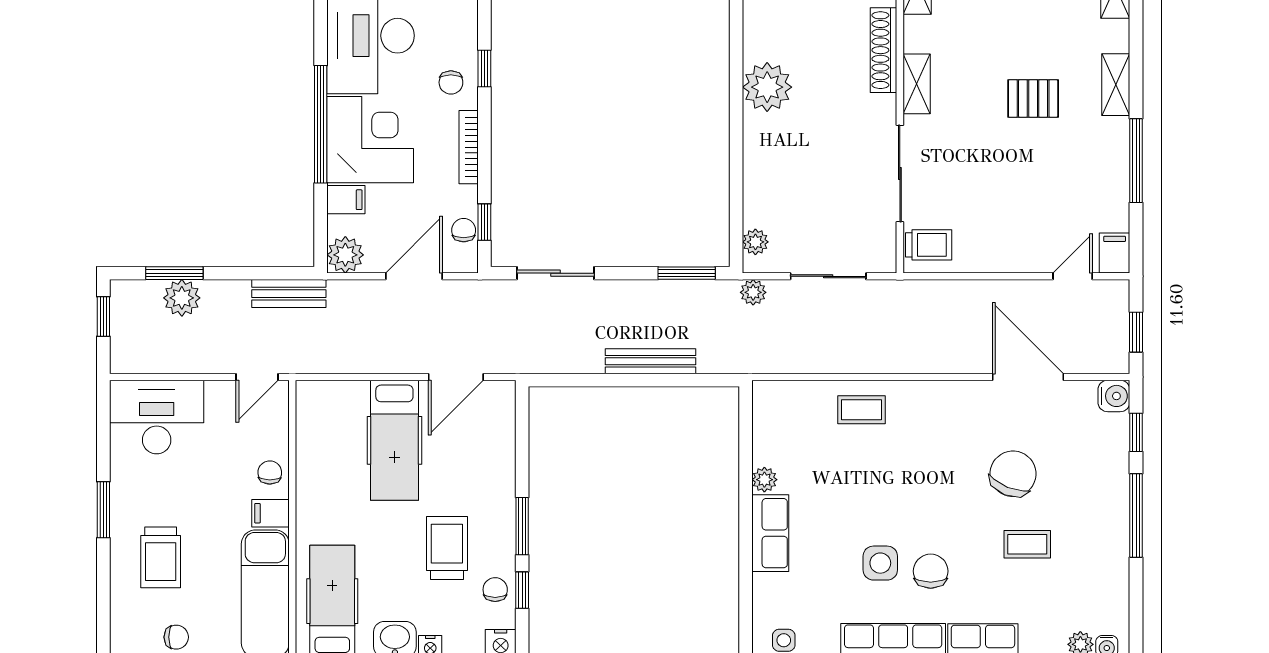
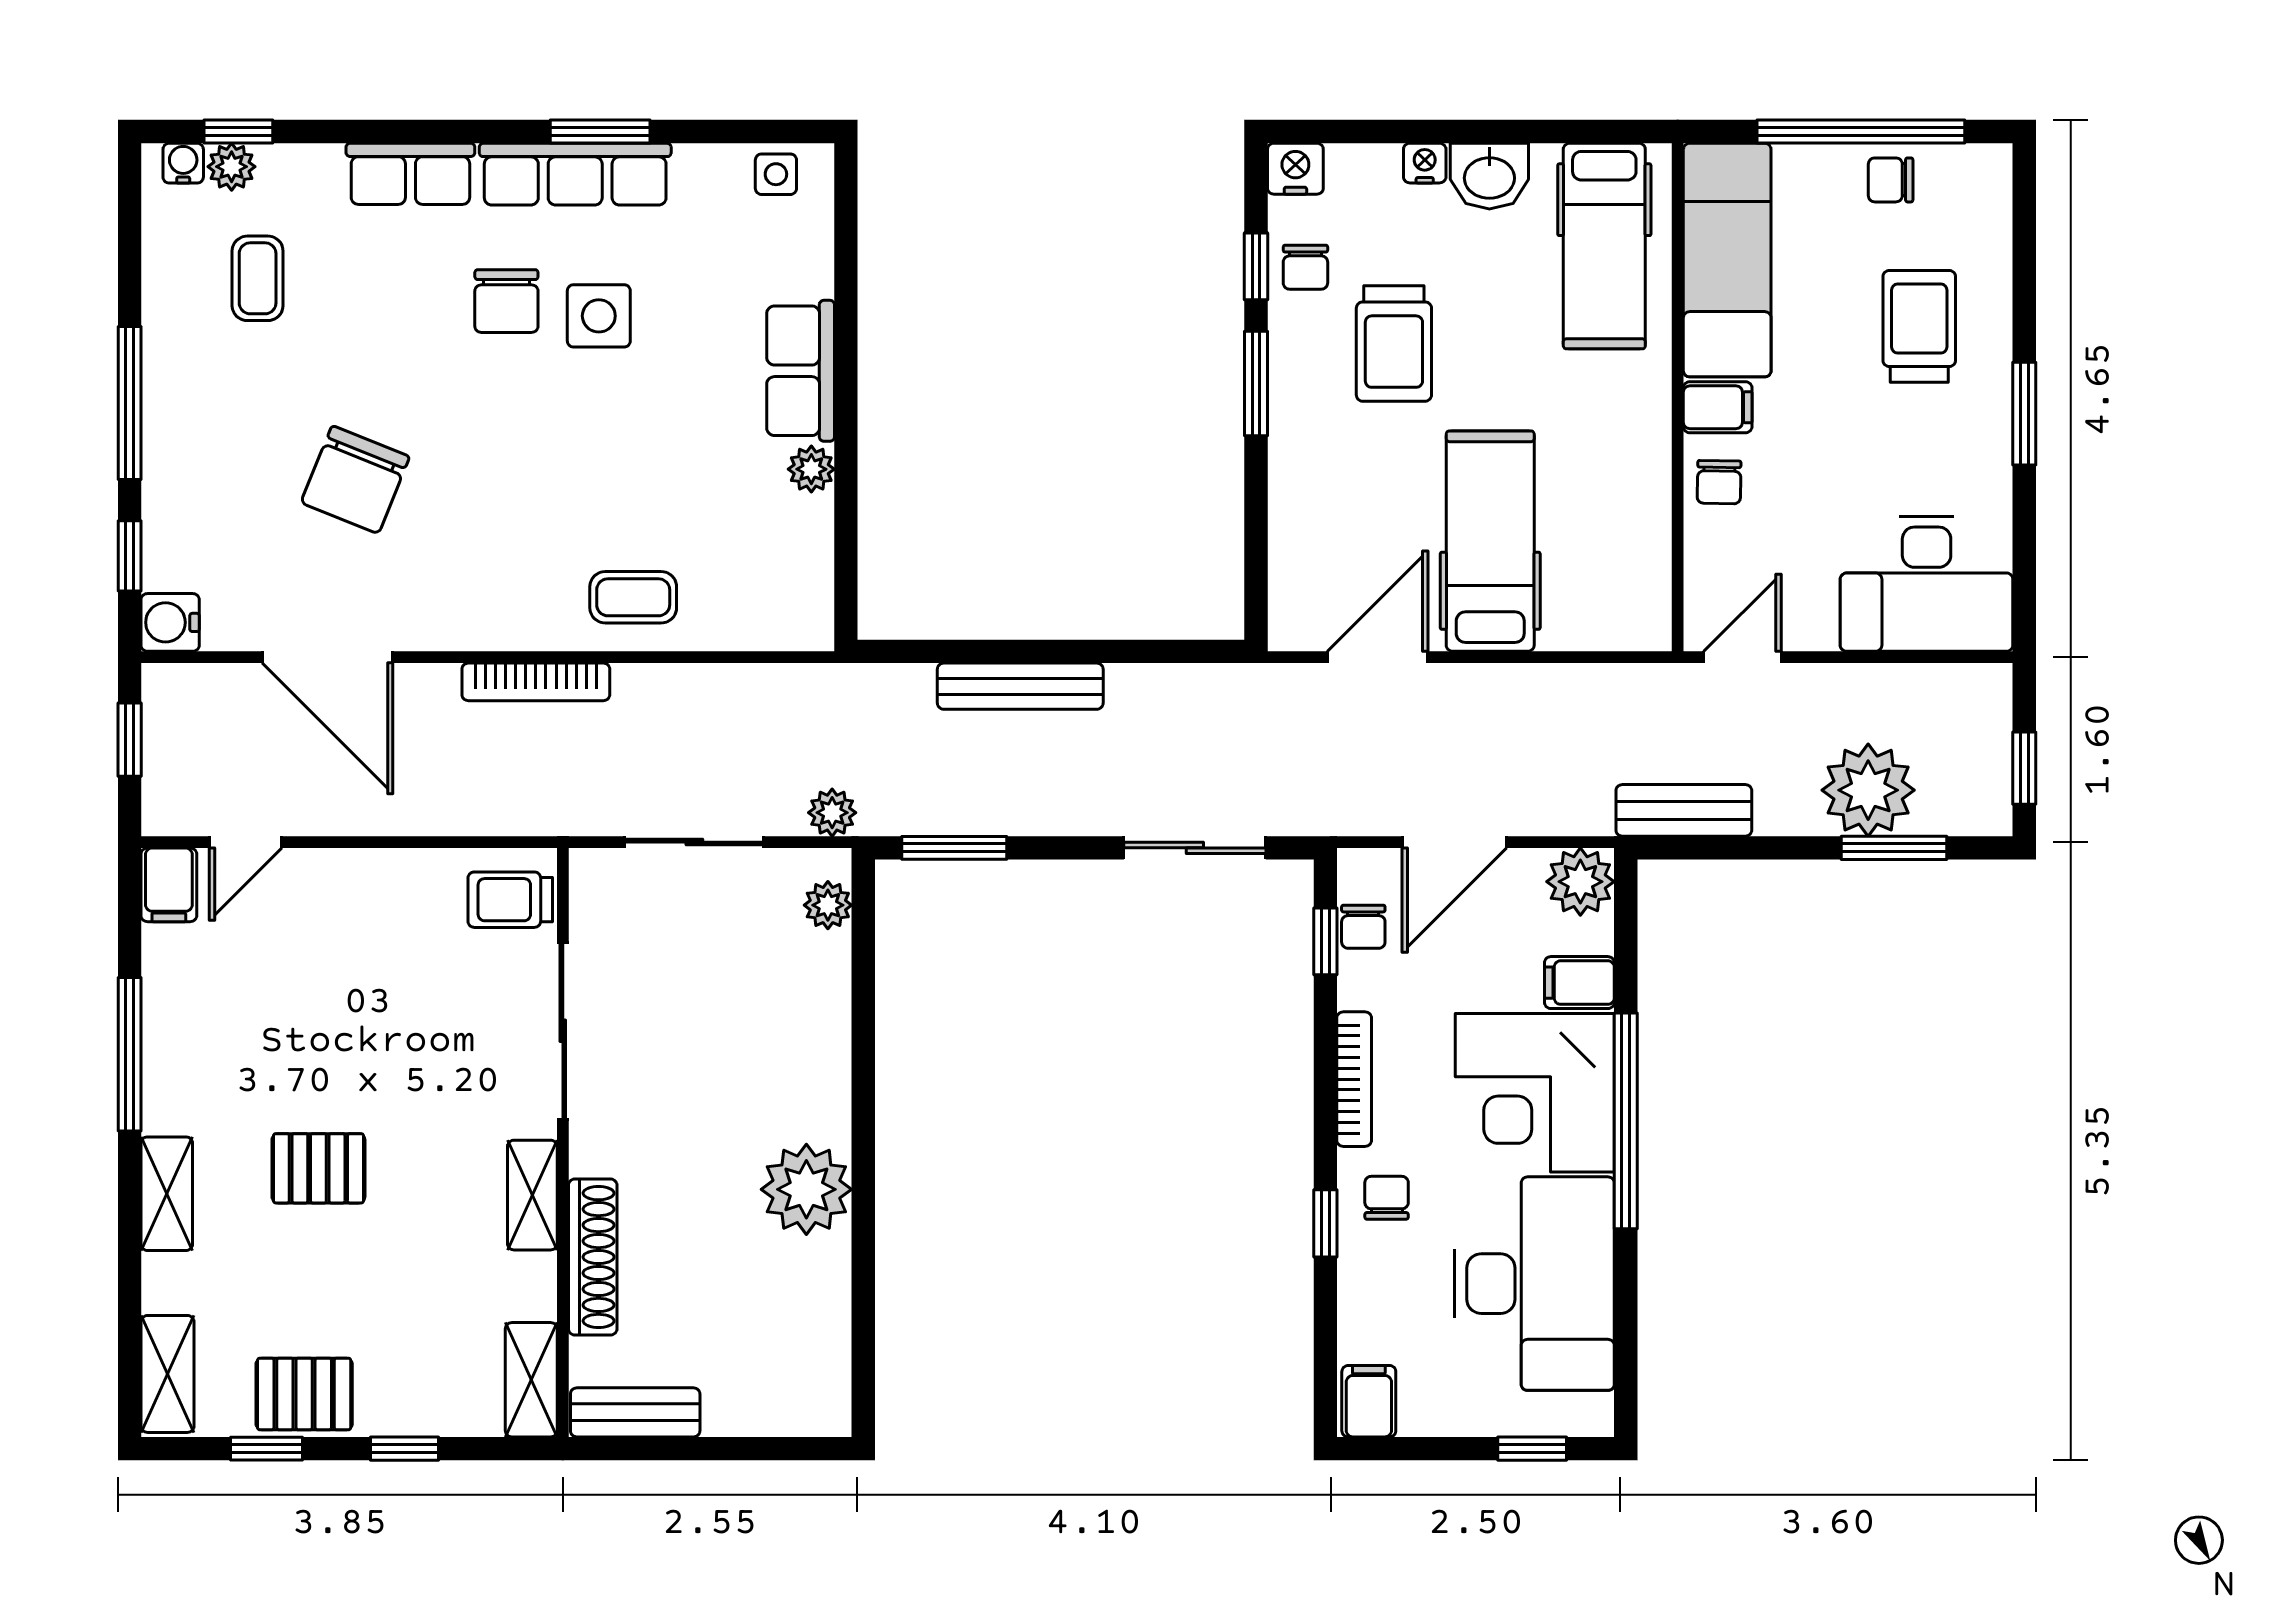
plant: (182, 298) -> (1868, 790), width x1.36, depth x1.36
bookcase: (915, 364) -> (536, 682), added
coffee table: (1027, 544) -> (258, 278), moved, turned 90

